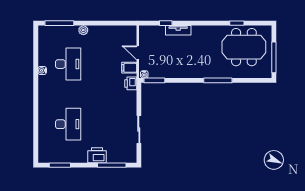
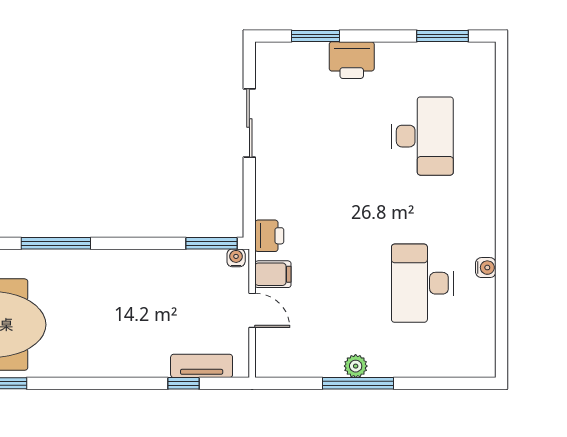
window: (59, 23) -> (358, 383), moved
plant: (83, 30) -> (356, 366), moved
tv unit: (178, 30) -> (202, 366), moved
desk: (68, 124) -> (422, 136), turned 180
window: (112, 165) -> (315, 36), width x0.69

